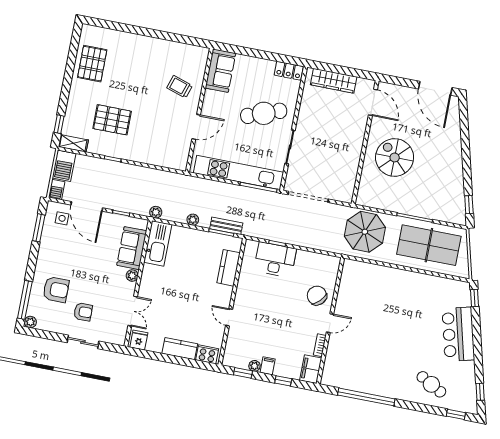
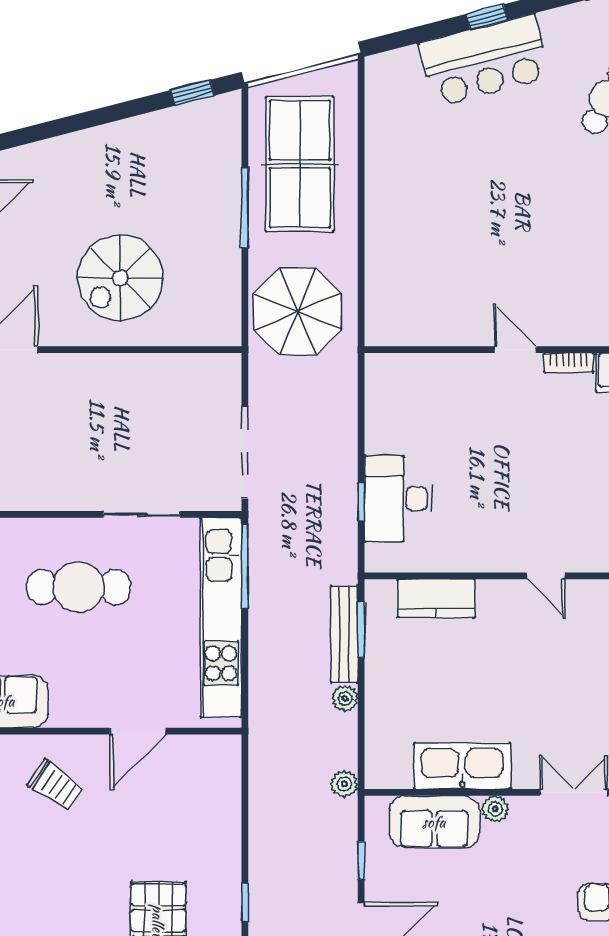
trolley: (180, 87) -> (56, 785), turned -74
cafe table: (264, 113) -> (79, 587), turned -70
door: (196, 127) -> (138, 731), swing flipped
bench: (226, 226) -> (344, 635), width x1.36
kitchen sink: (158, 243) -> (462, 766), moved
chair: (317, 296) -> (460, 391), removed
window: (474, 298) -> (487, 17), moved
door: (229, 317) -> (546, 576), hinge flipped

